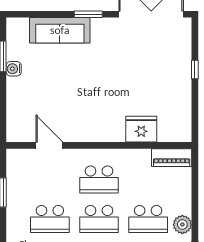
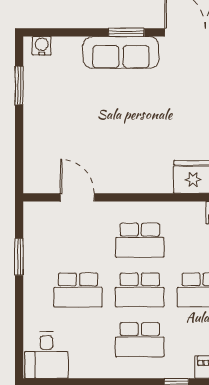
sofa: (60, 30) -> (121, 52), moved
water cooler: (14, 69) -> (42, 46), moved, turned 90

